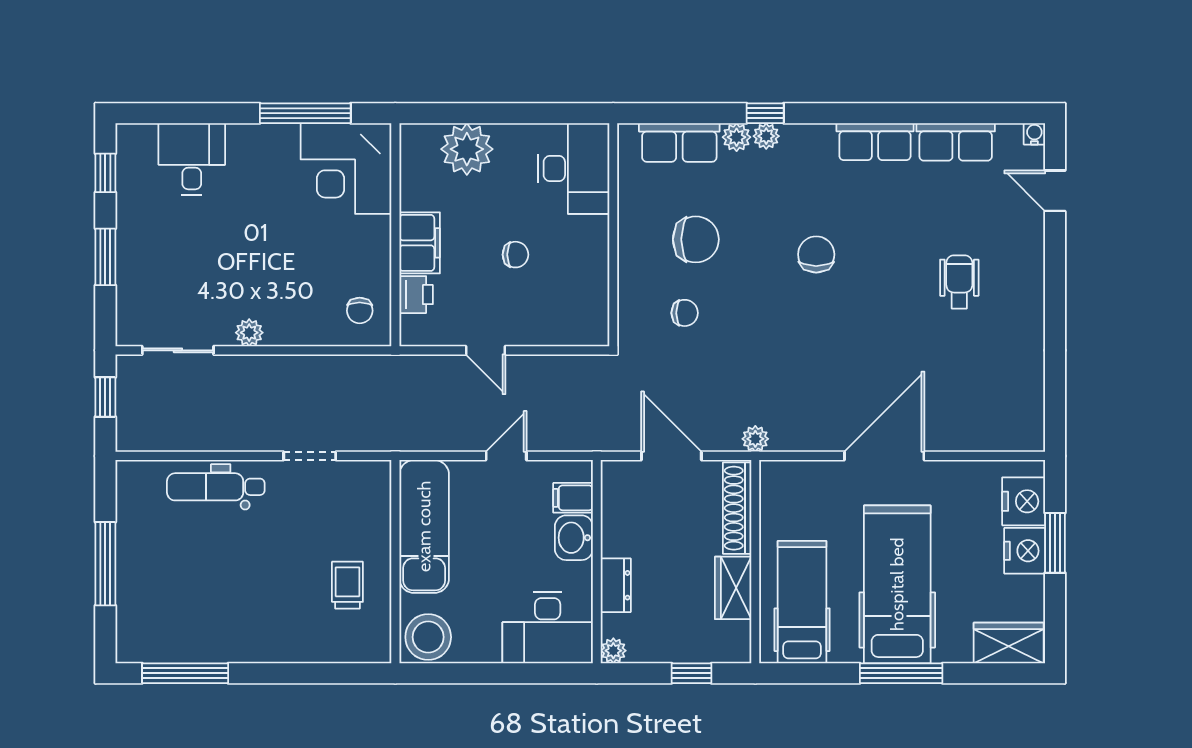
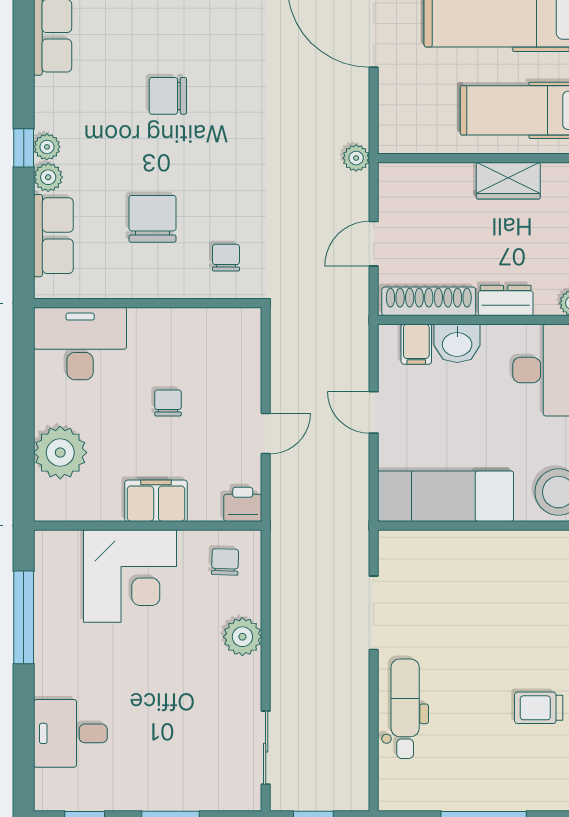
corner desk: (346, 169) -> (130, 576), moved
printer: (416, 295) -> (243, 504), moved
chair: (360, 311) -> (225, 562), turned -88
chair: (685, 313) -> (226, 258), moved
plant: (249, 333) -> (242, 637), moved, width x1.38, depth x1.38
doorway: (310, 456) -> (374, 613), width x1.38
door: (671, 456) -> (374, 244), width x0.73
dental chair: (216, 487) -> (405, 709), turned 180
shoe rack: (737, 508) -> (429, 301), moved, turned 180
trolley: (347, 585) -> (539, 708), moved

